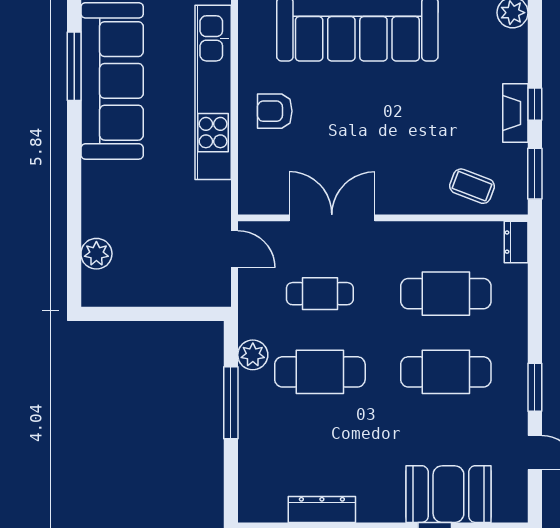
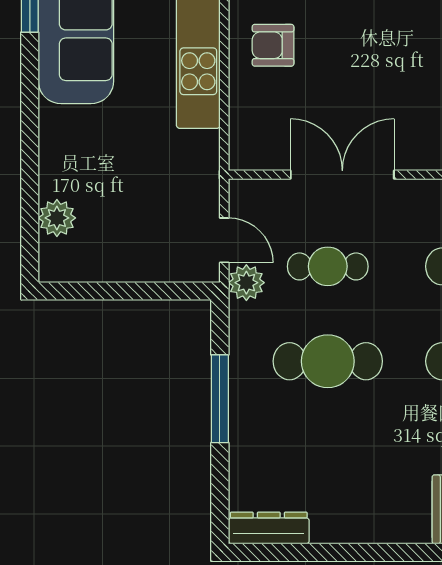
door: (234, 249) -> (224, 240), moved
plant: (253, 355) -> (246, 283), moved
dresser: (322, 509) -> (269, 528), moved

